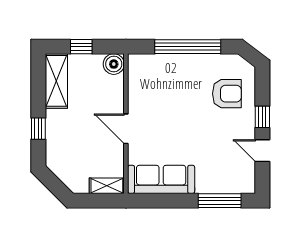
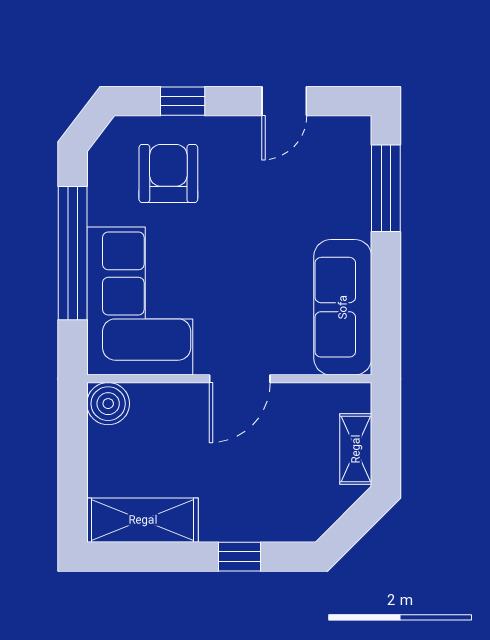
window: (81, 47) -> (73, 470), removed
corner sofa: (164, 80) -> (140, 301), added
window: (262, 117) -> (183, 101), moved
shelving: (107, 186) -> (356, 449), moved

